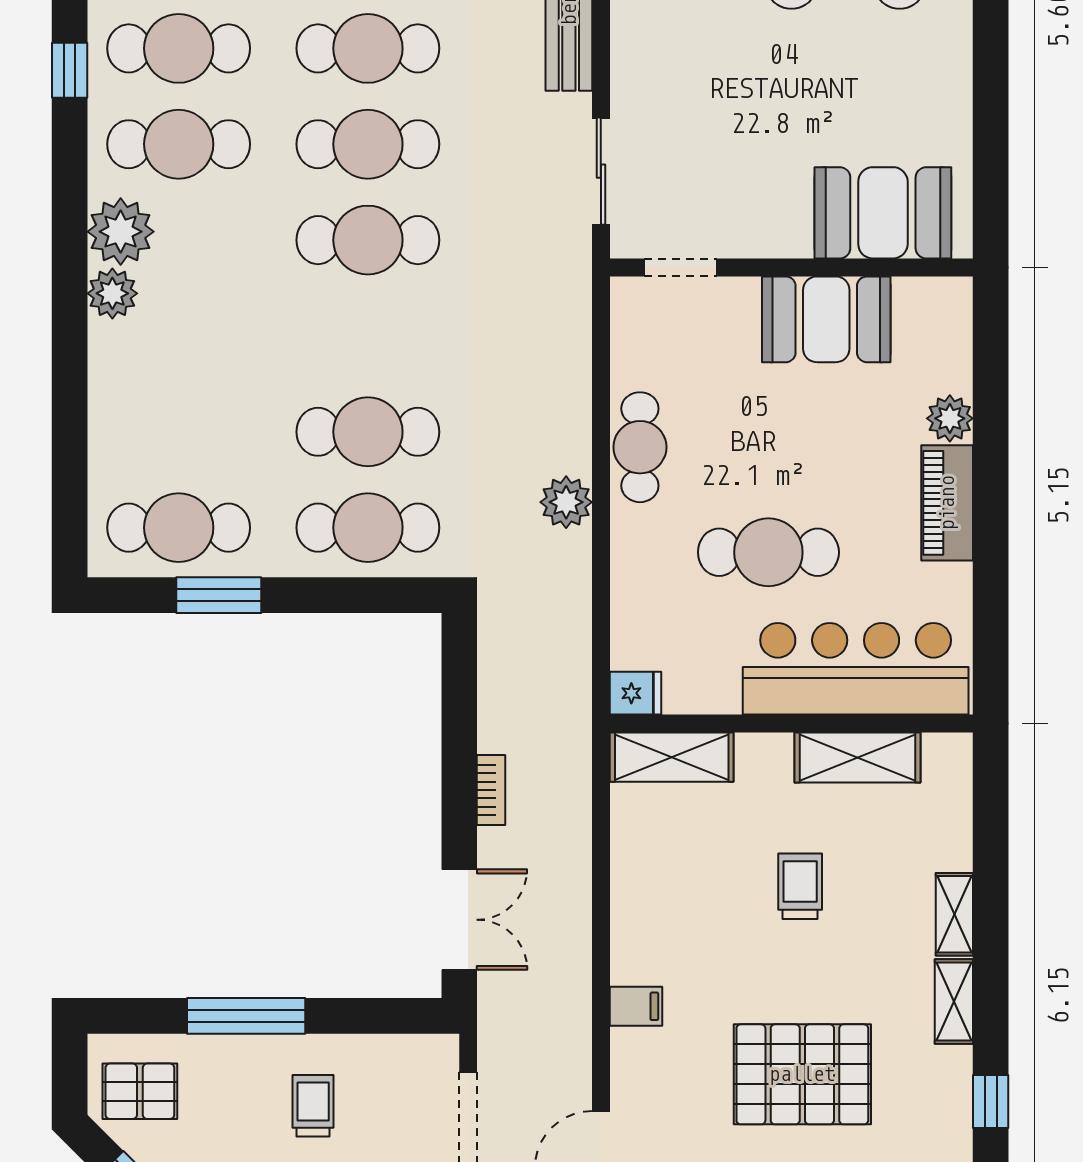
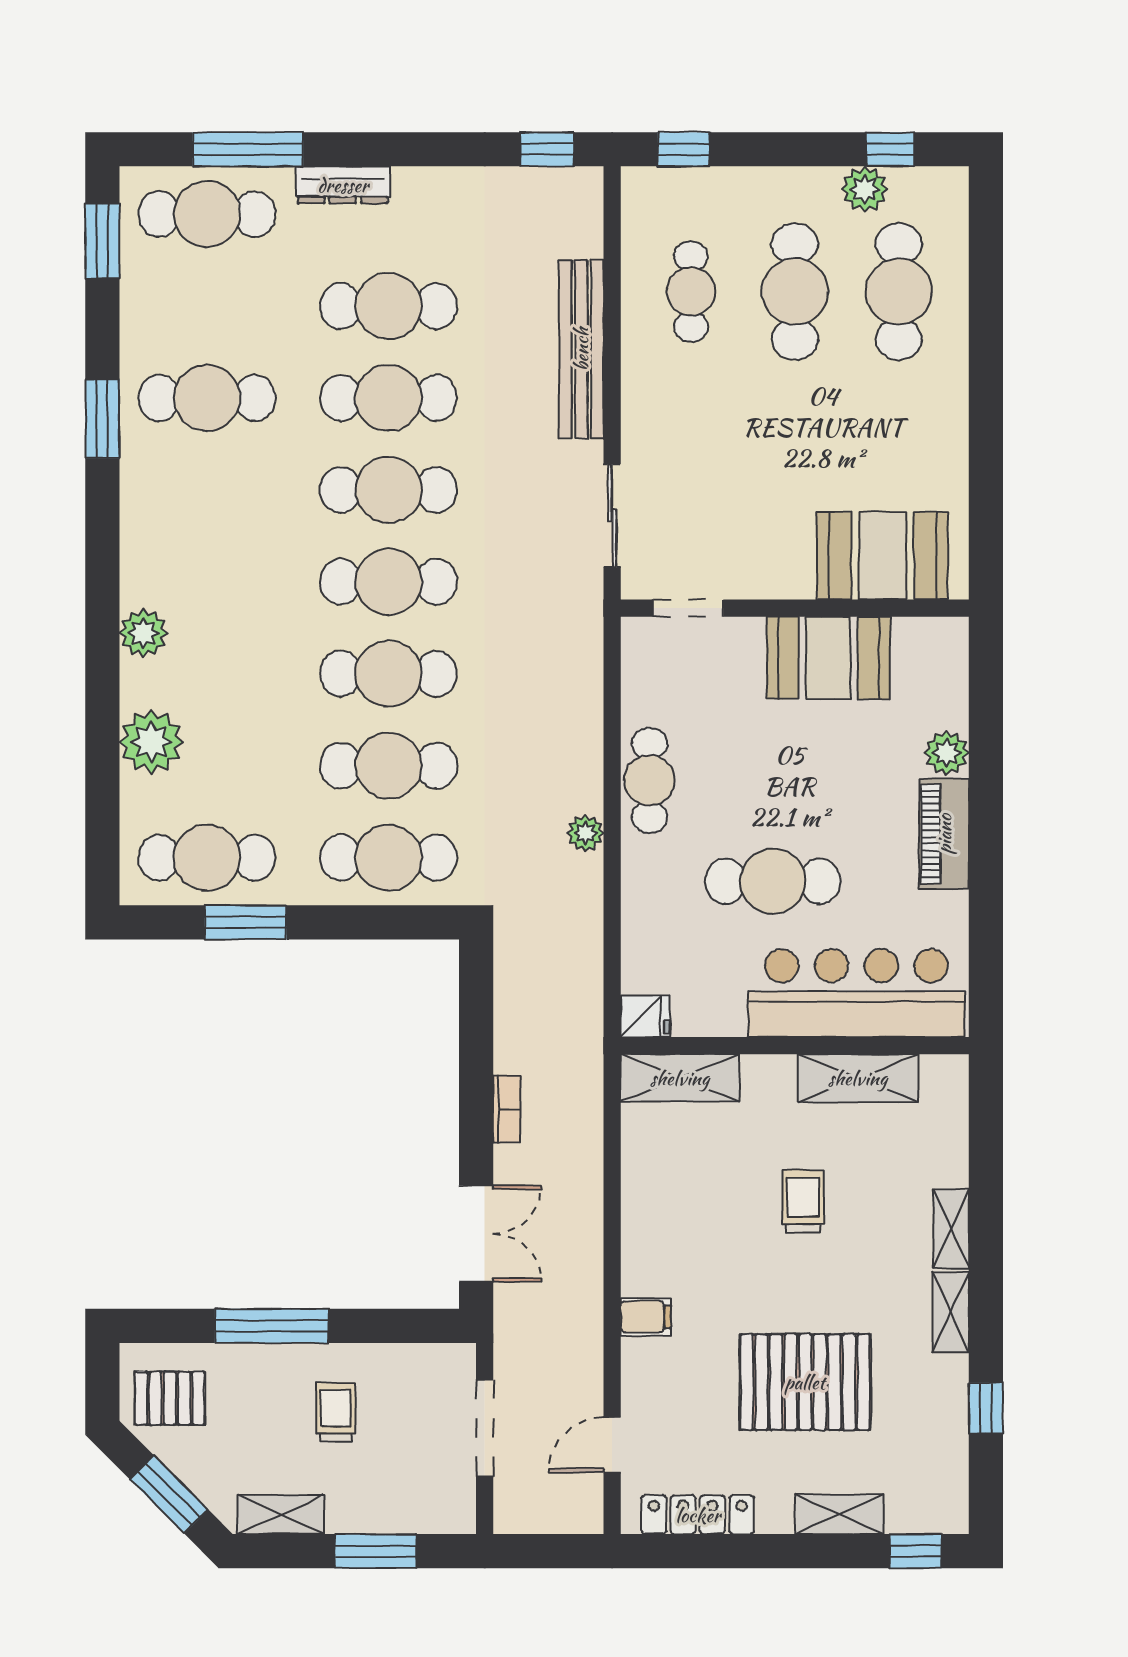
window: (70, 70) -> (102, 419), width x1.50
cafe table: (179, 144) -> (389, 674), moved
plant: (121, 232) -> (151, 742), moved
plant: (566, 502) -> (585, 833), width x0.73, depth x0.73

